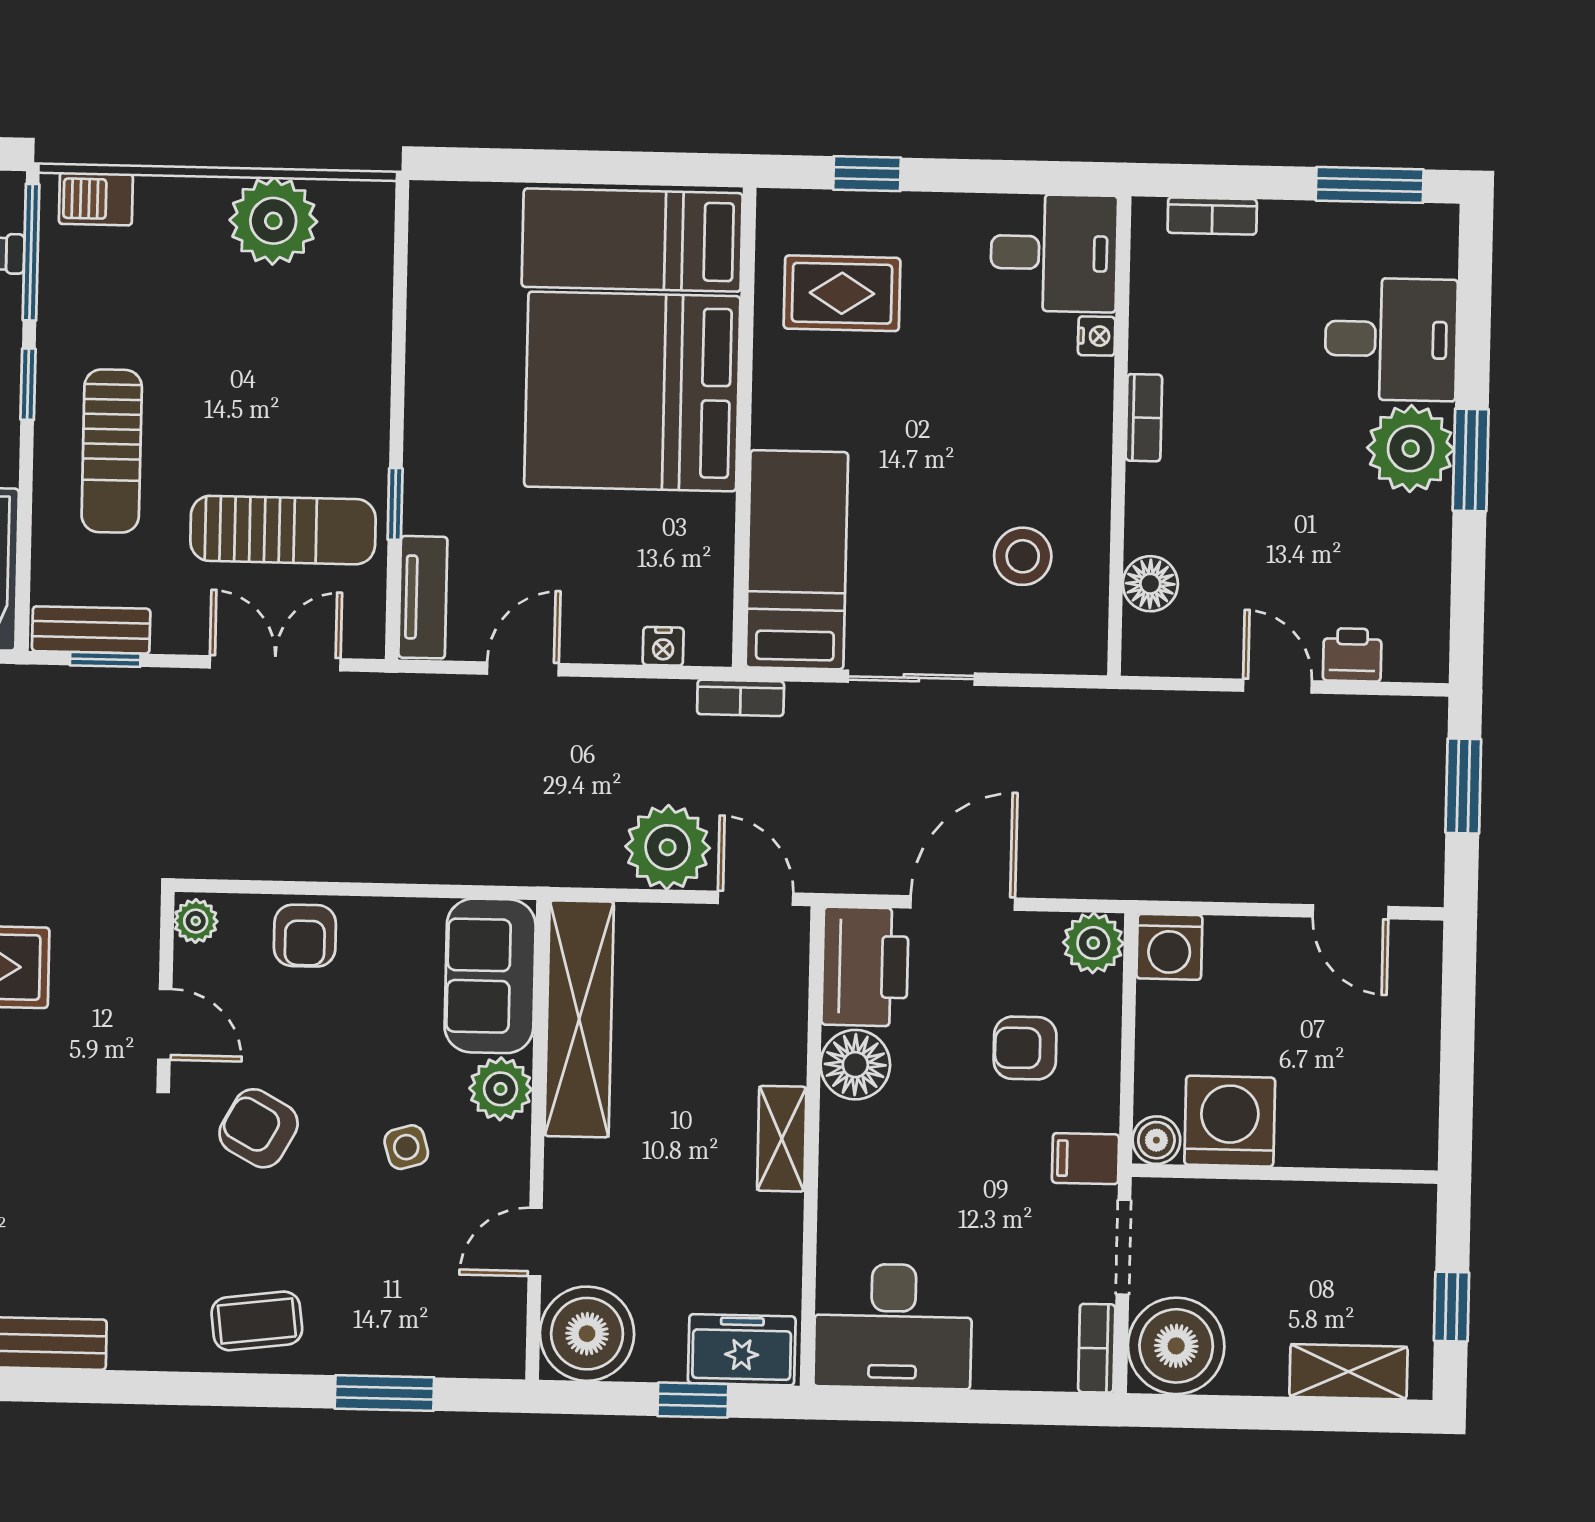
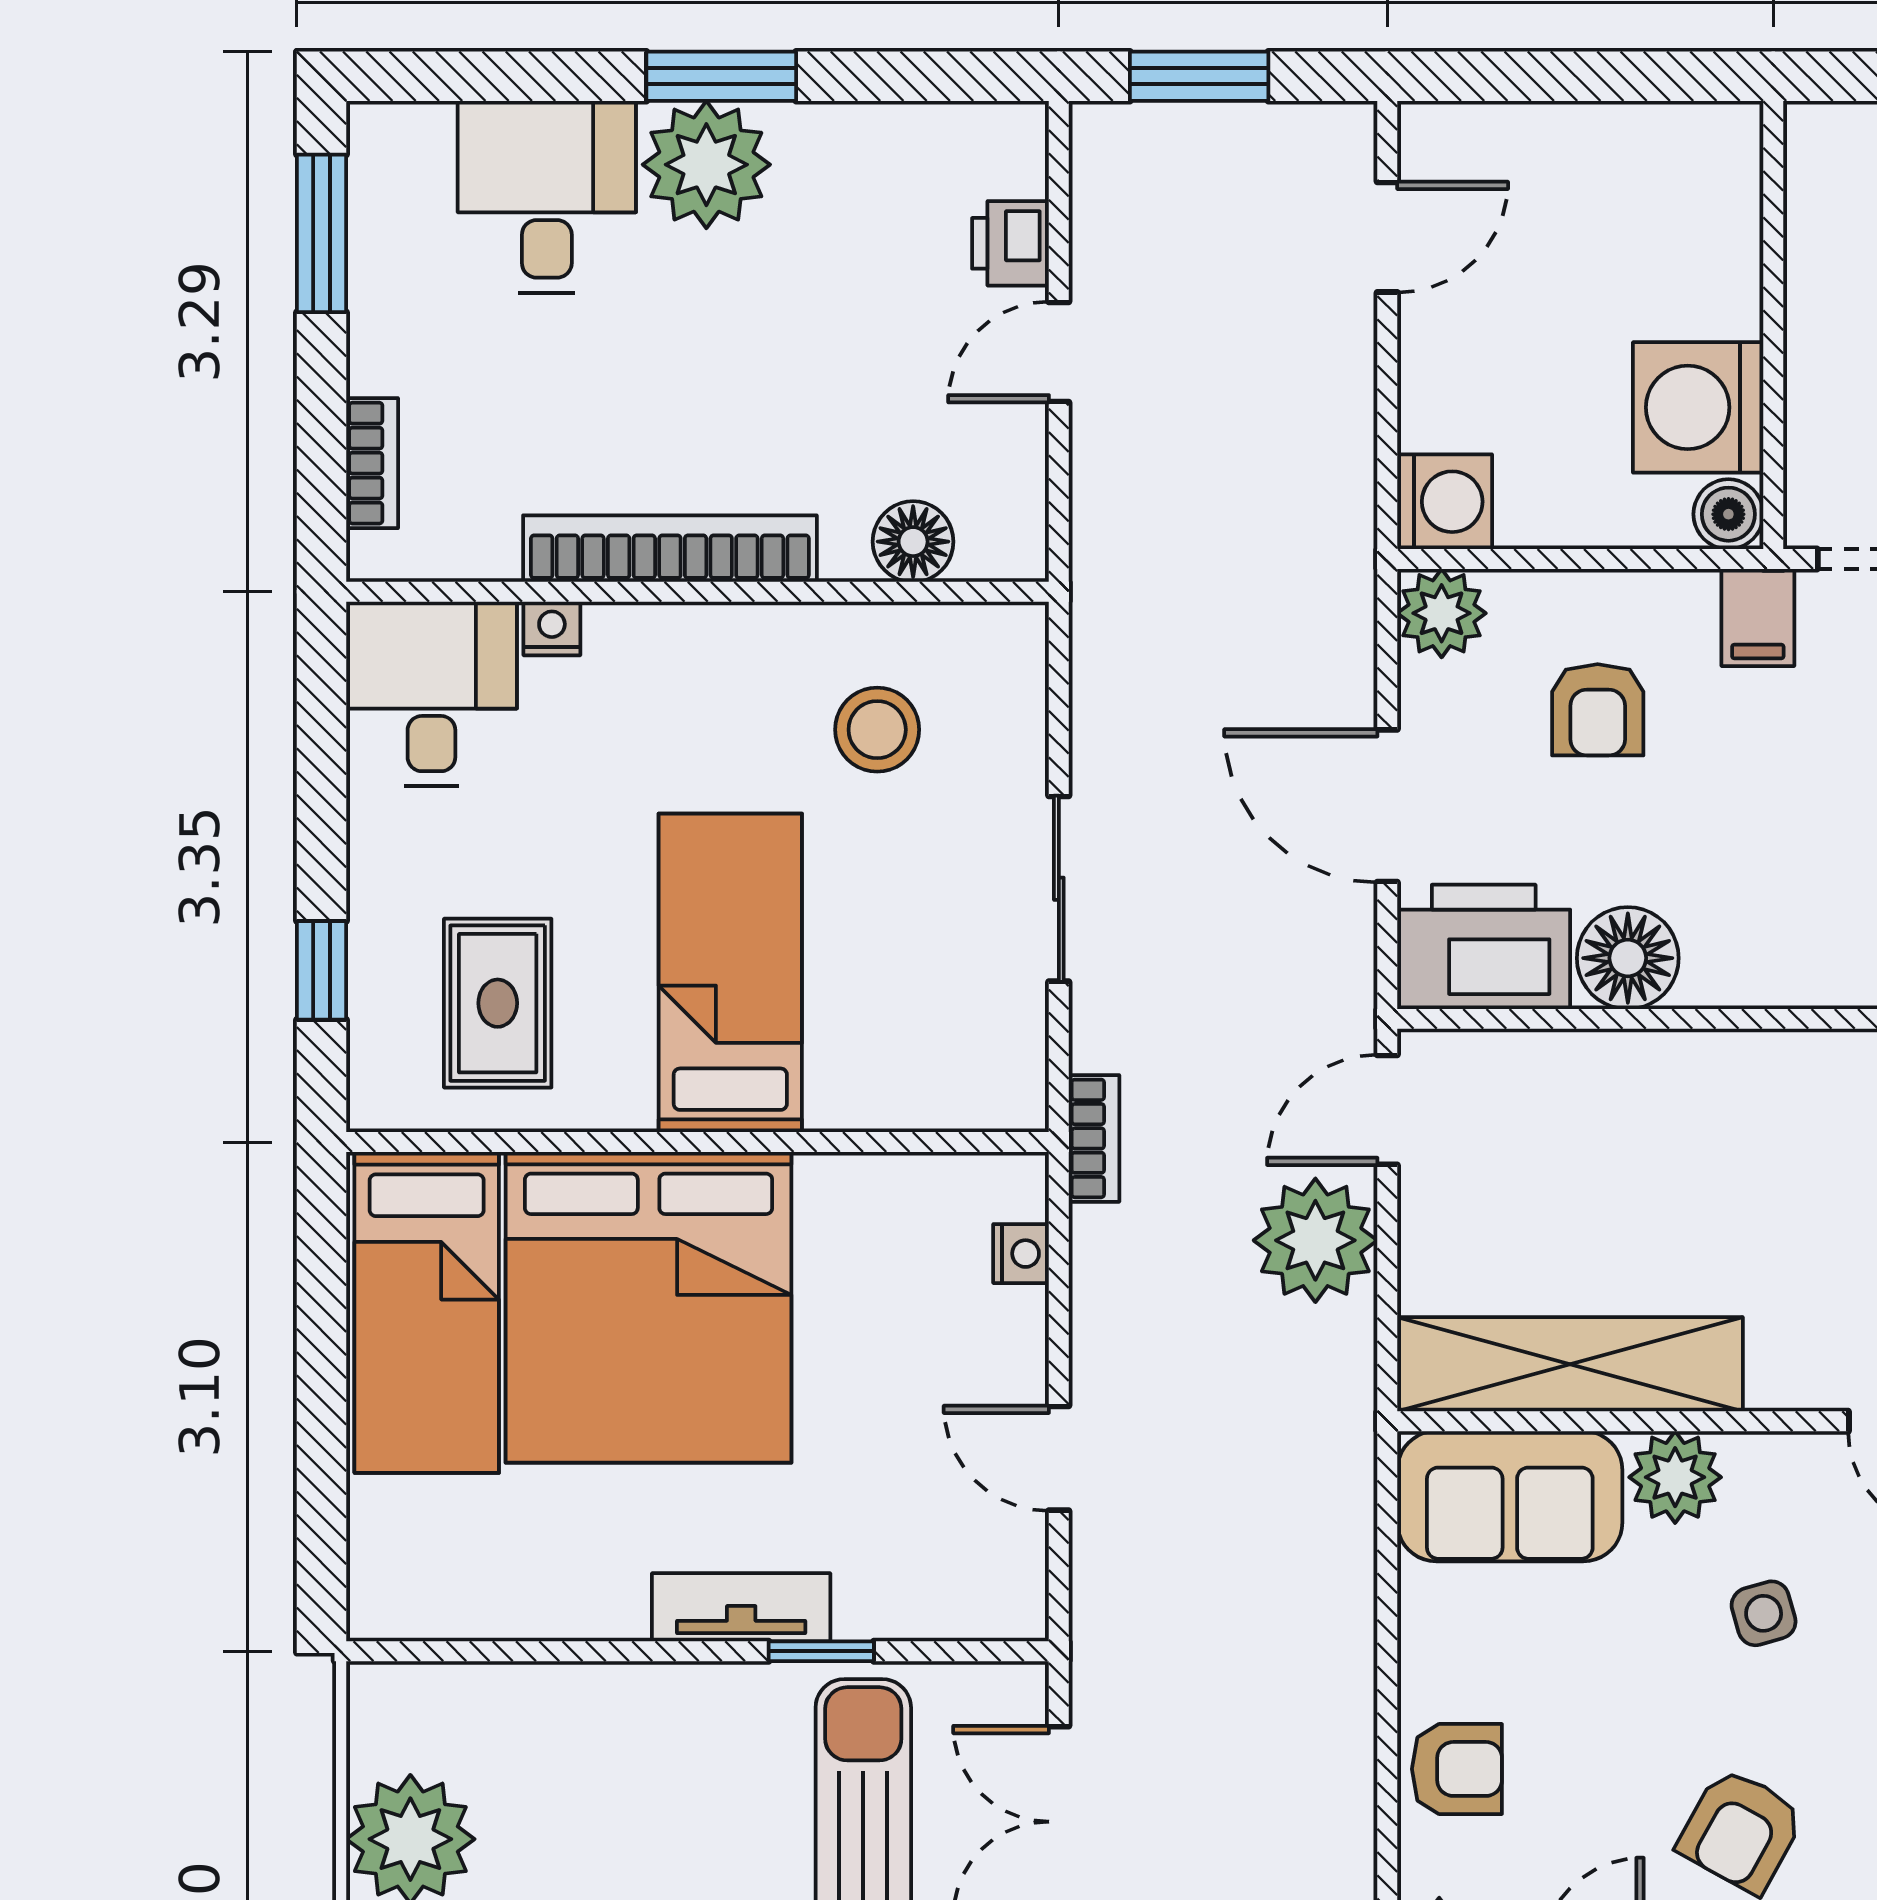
bookcase: (1144, 418) -> (670, 549), width x2.31, depth x1.31
bed: (797, 560) -> (730, 973), moved, turned 90
tv unit: (423, 597) -> (741, 1607), moved
shelving: (782, 1139) -> (1739, 1063), removed

